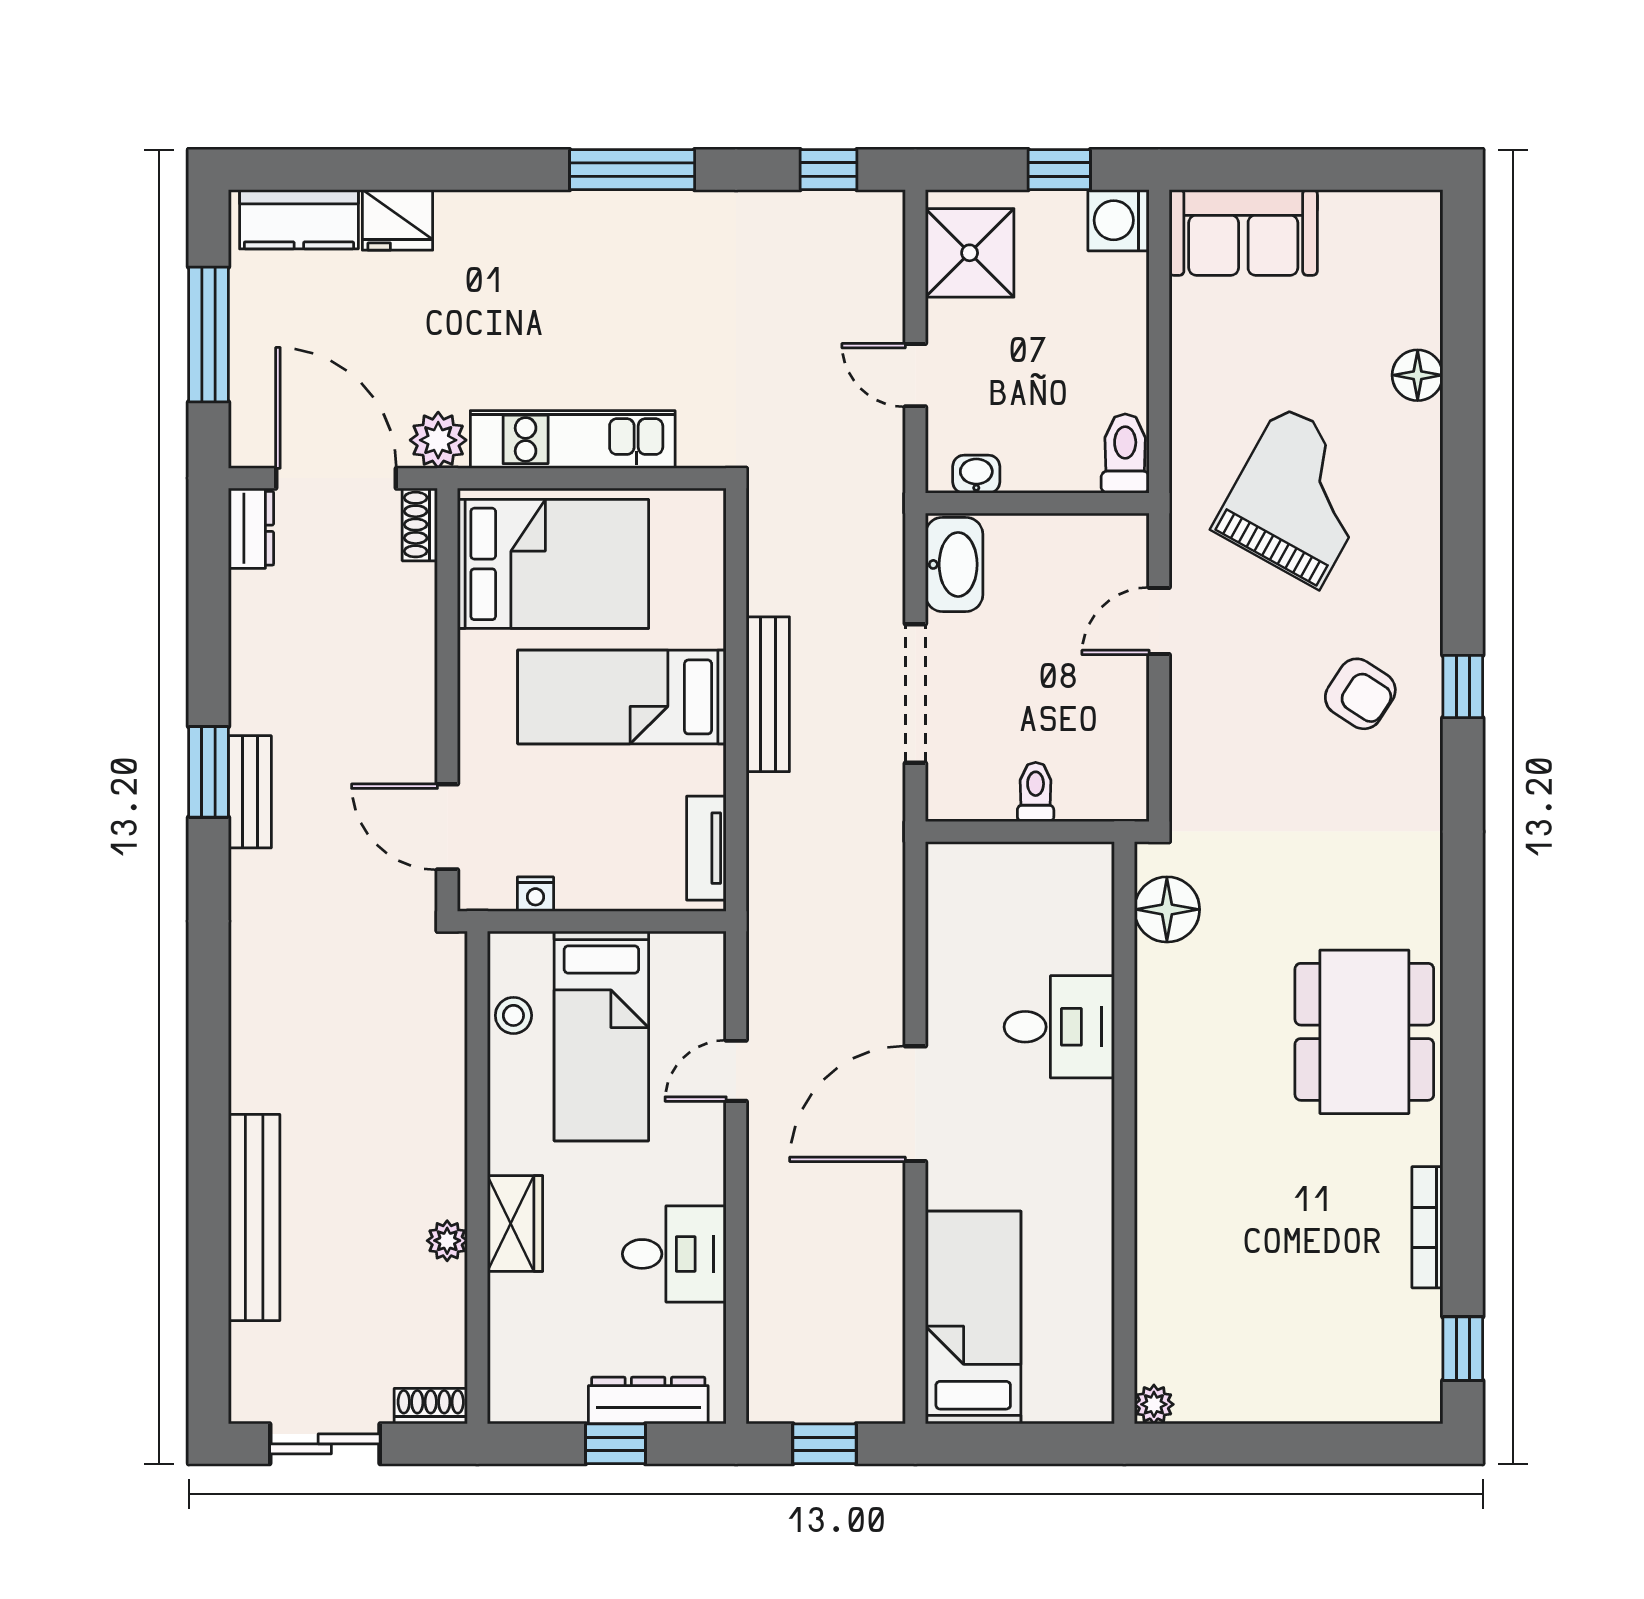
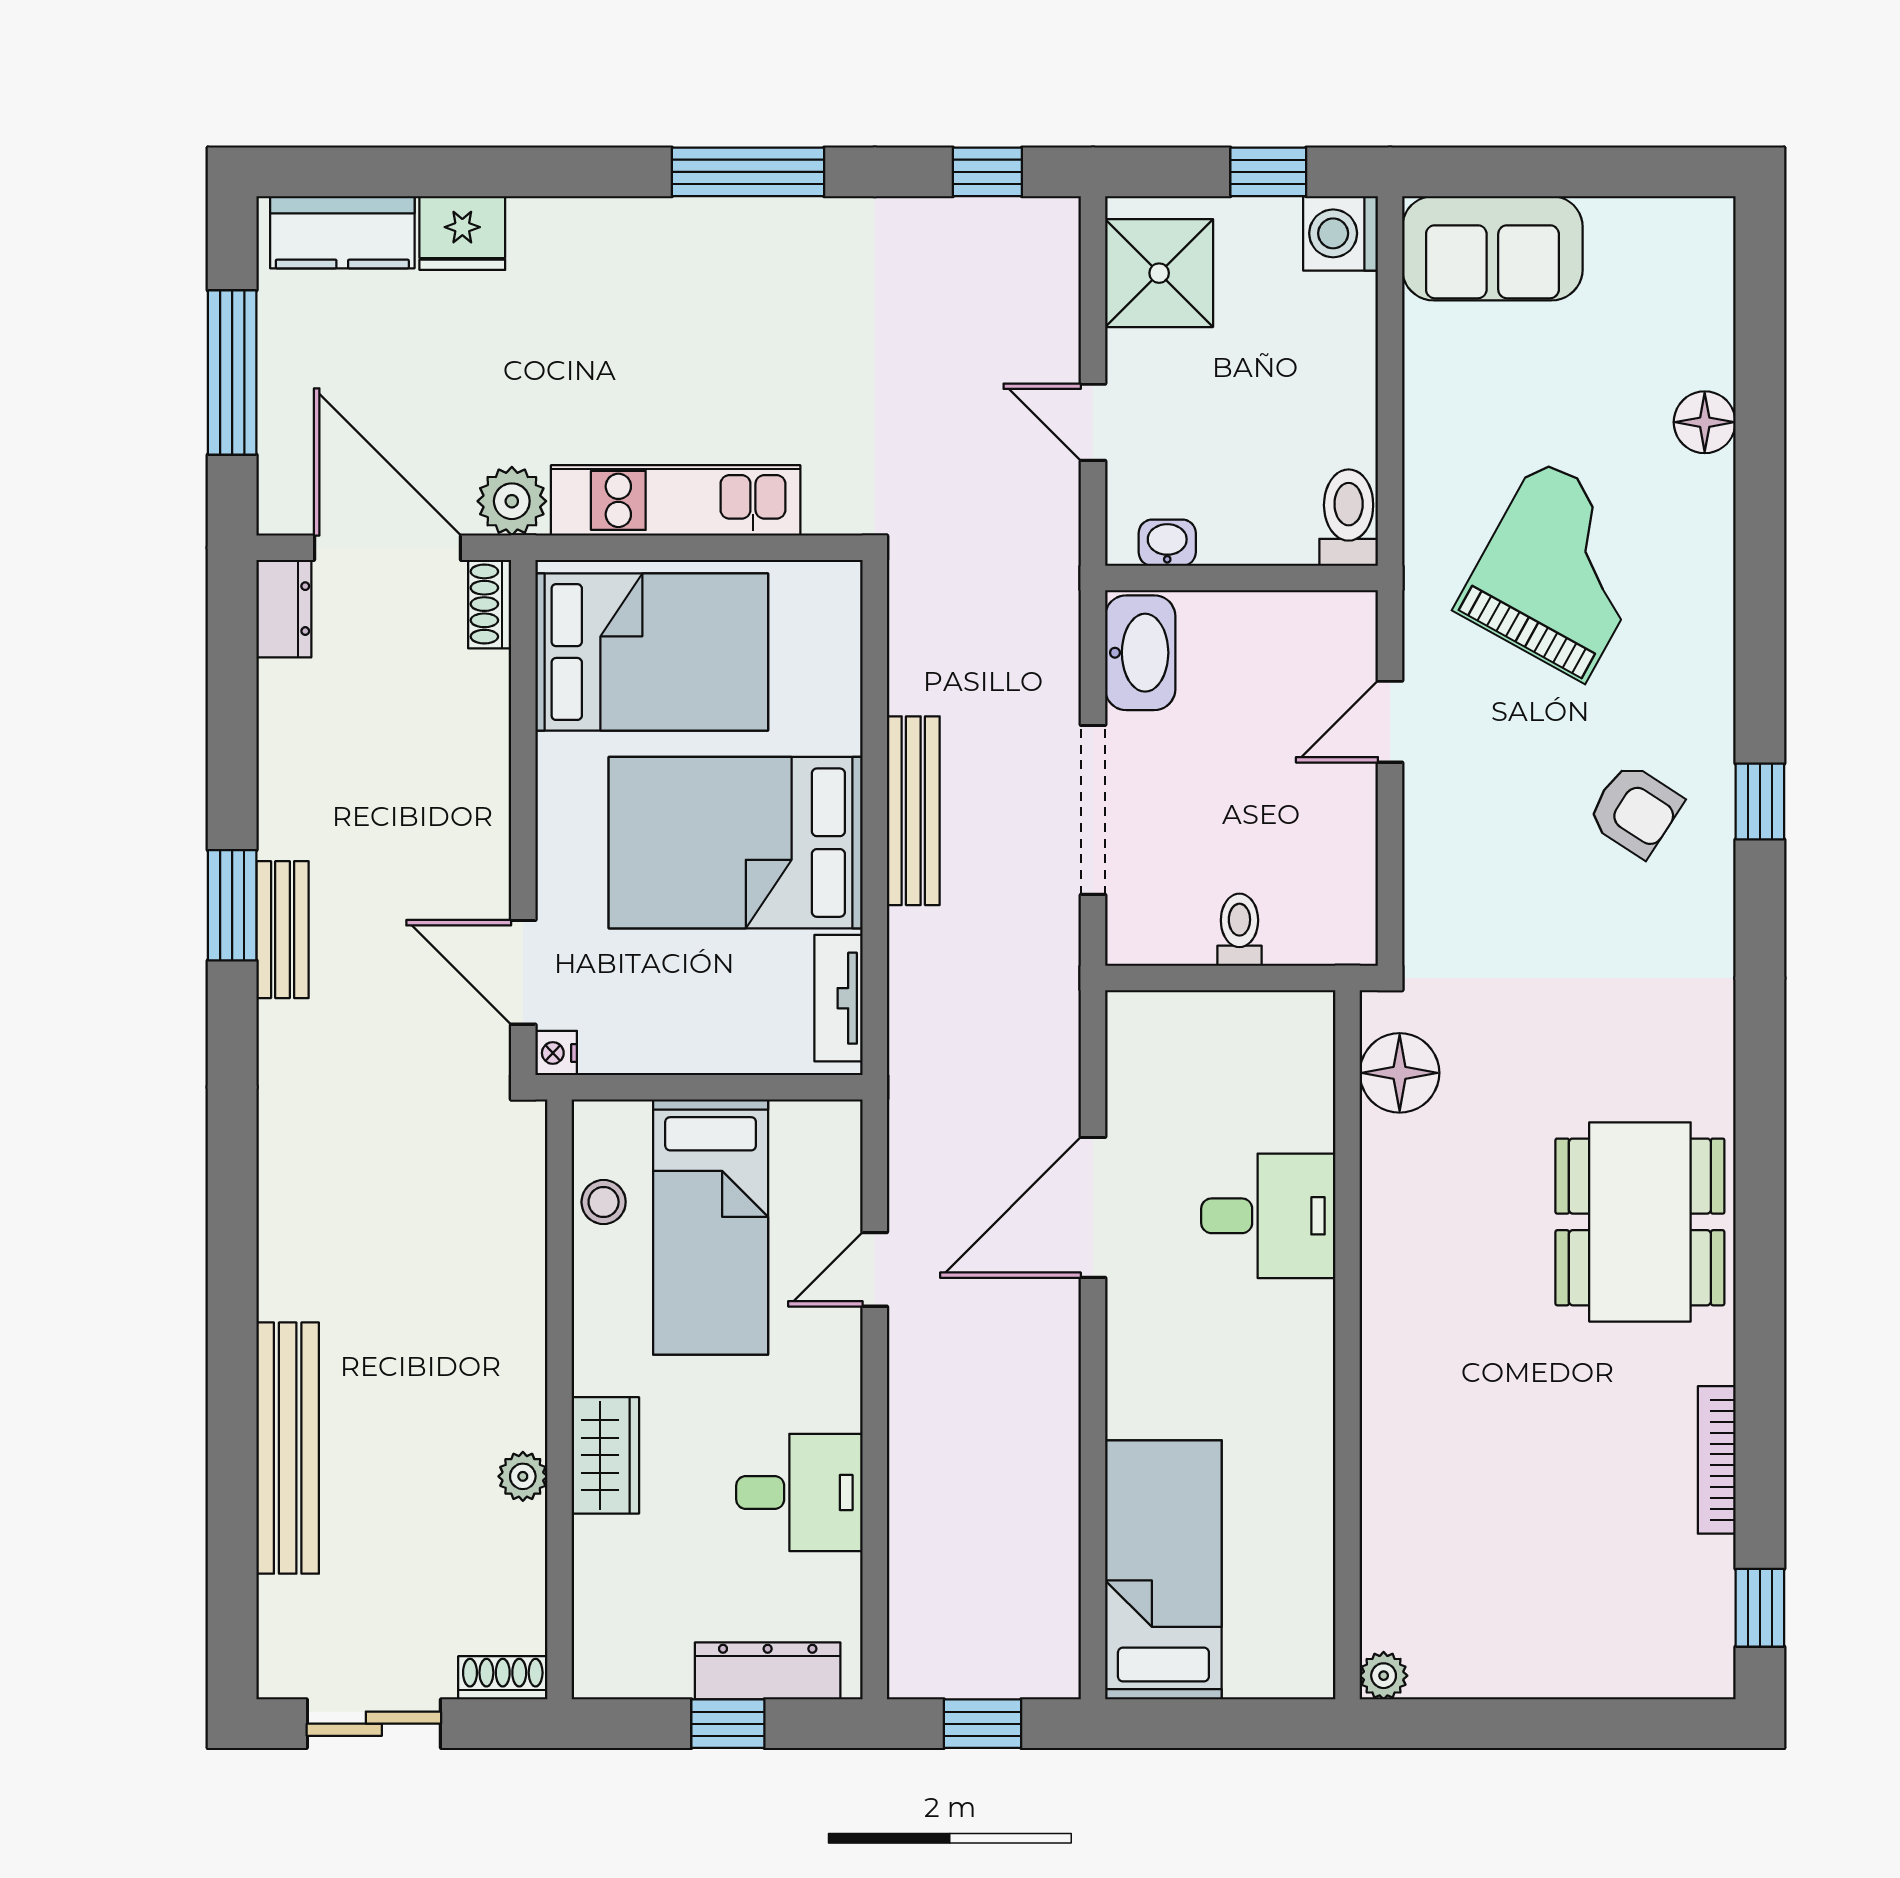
bed: (622, 697) -> (736, 843), width x1.50
nightstand: (535, 894) -> (556, 1053), moved, turned 90
door: (915, 1104) -> (1093, 1207), moved

